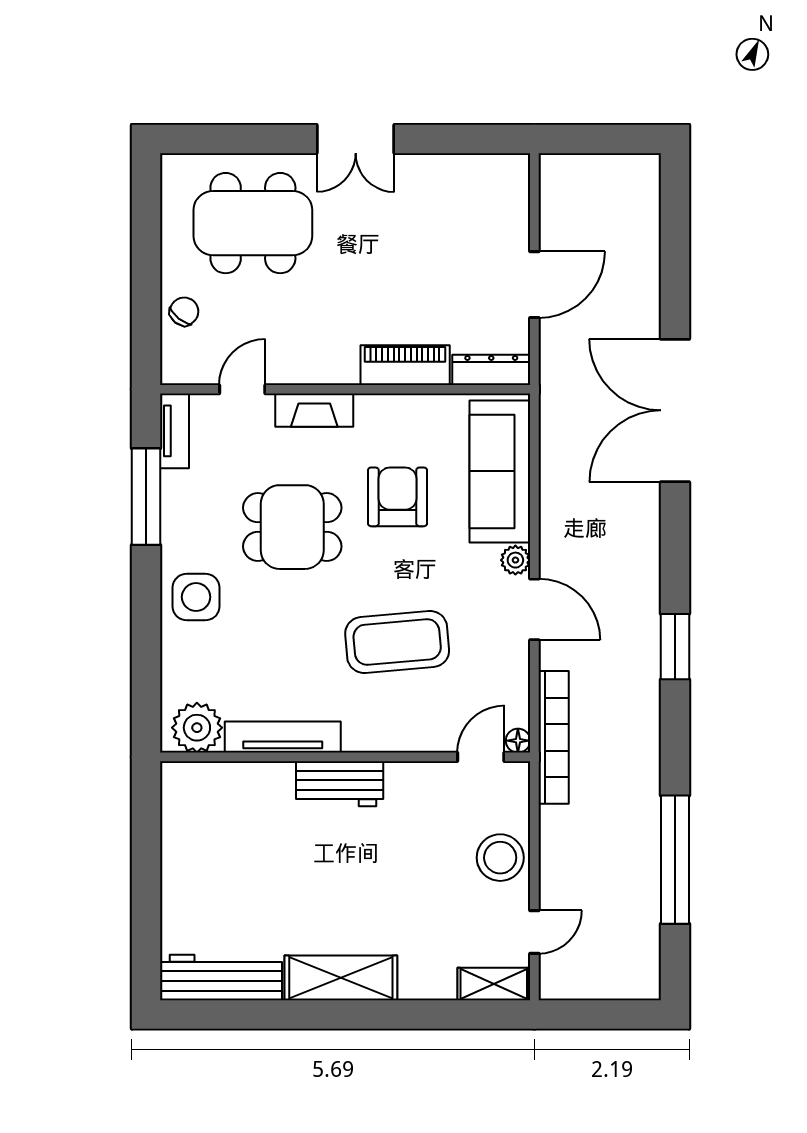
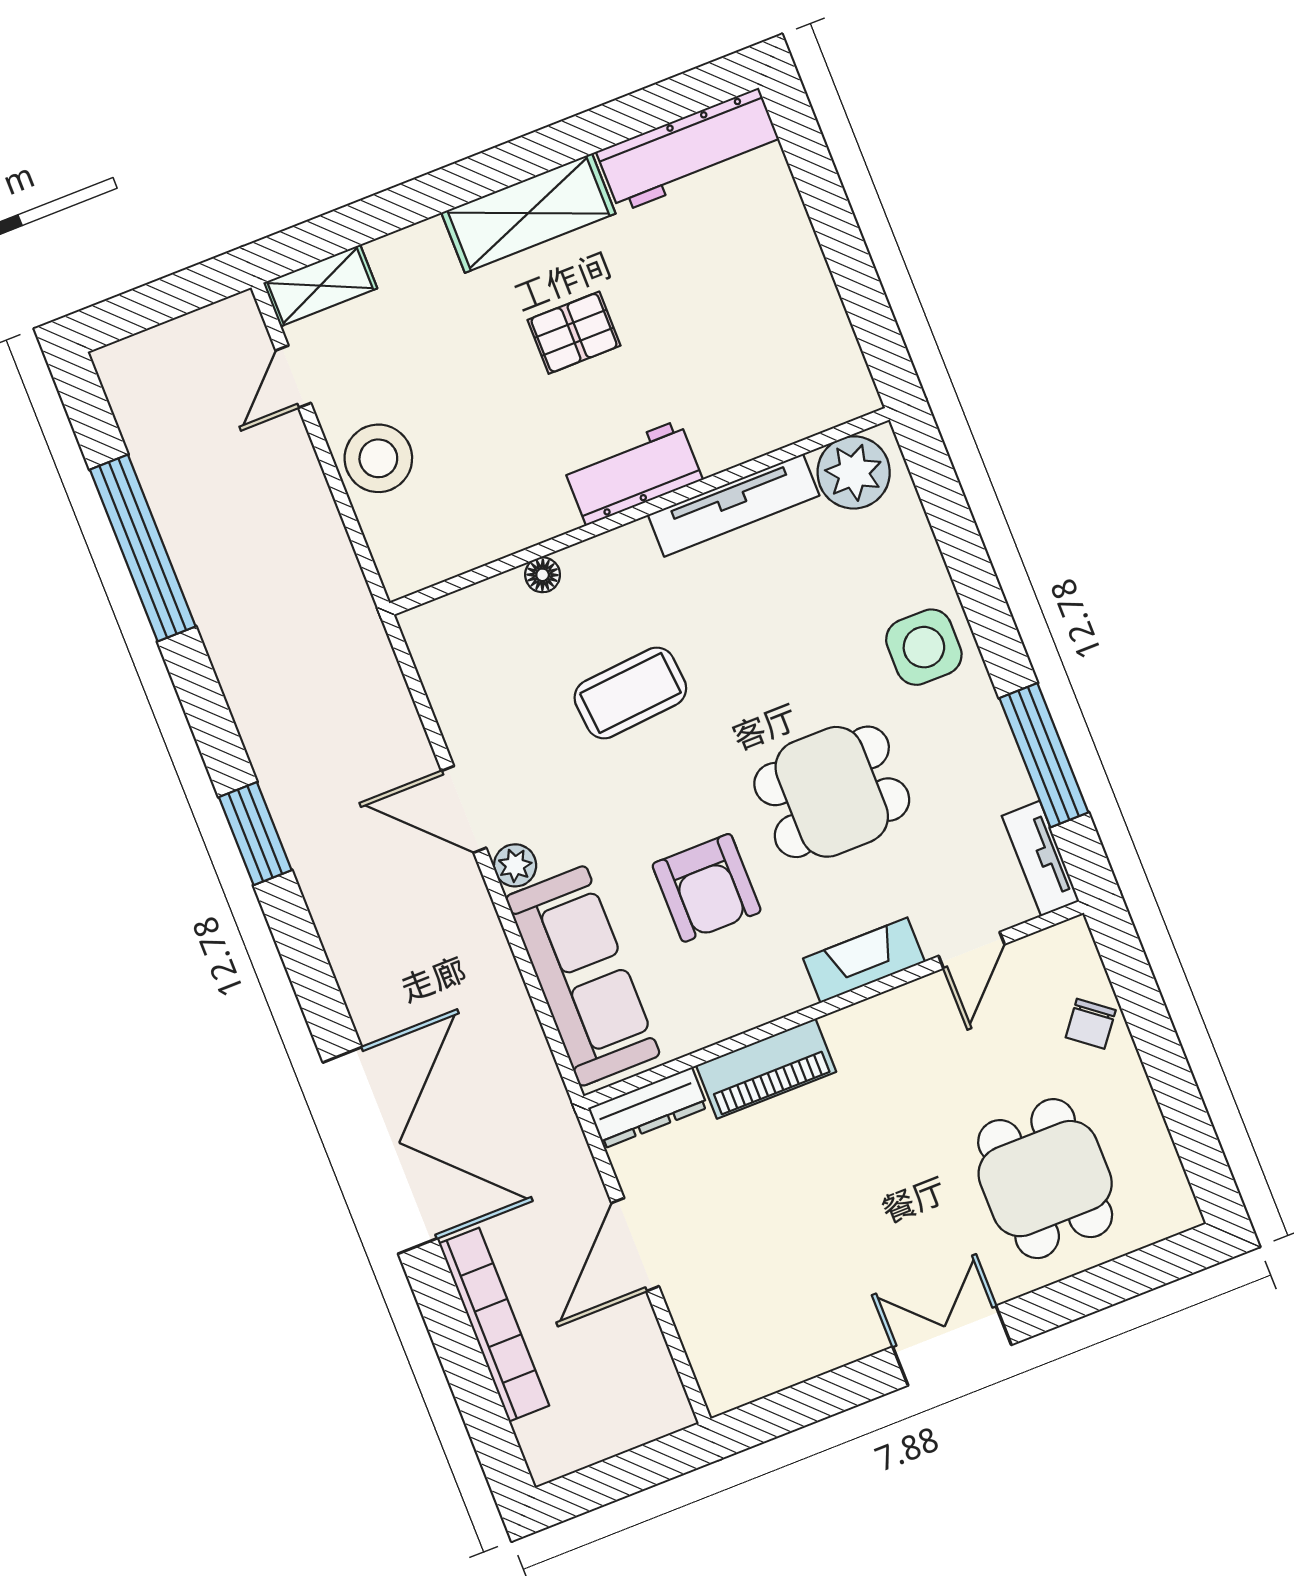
dining table: (253, 223) -> (1045, 1179), width x0.73
coffee table: (397, 642) -> (630, 693), width x0.73, depth x0.76
bookcase: (554, 737) -> (494, 1325), moved, turned 180
floor lamp: (518, 741) -> (543, 575), moved
door: (481, 757) -> (457, 583), removed
pallet: (342, 889) -> (574, 333), added

